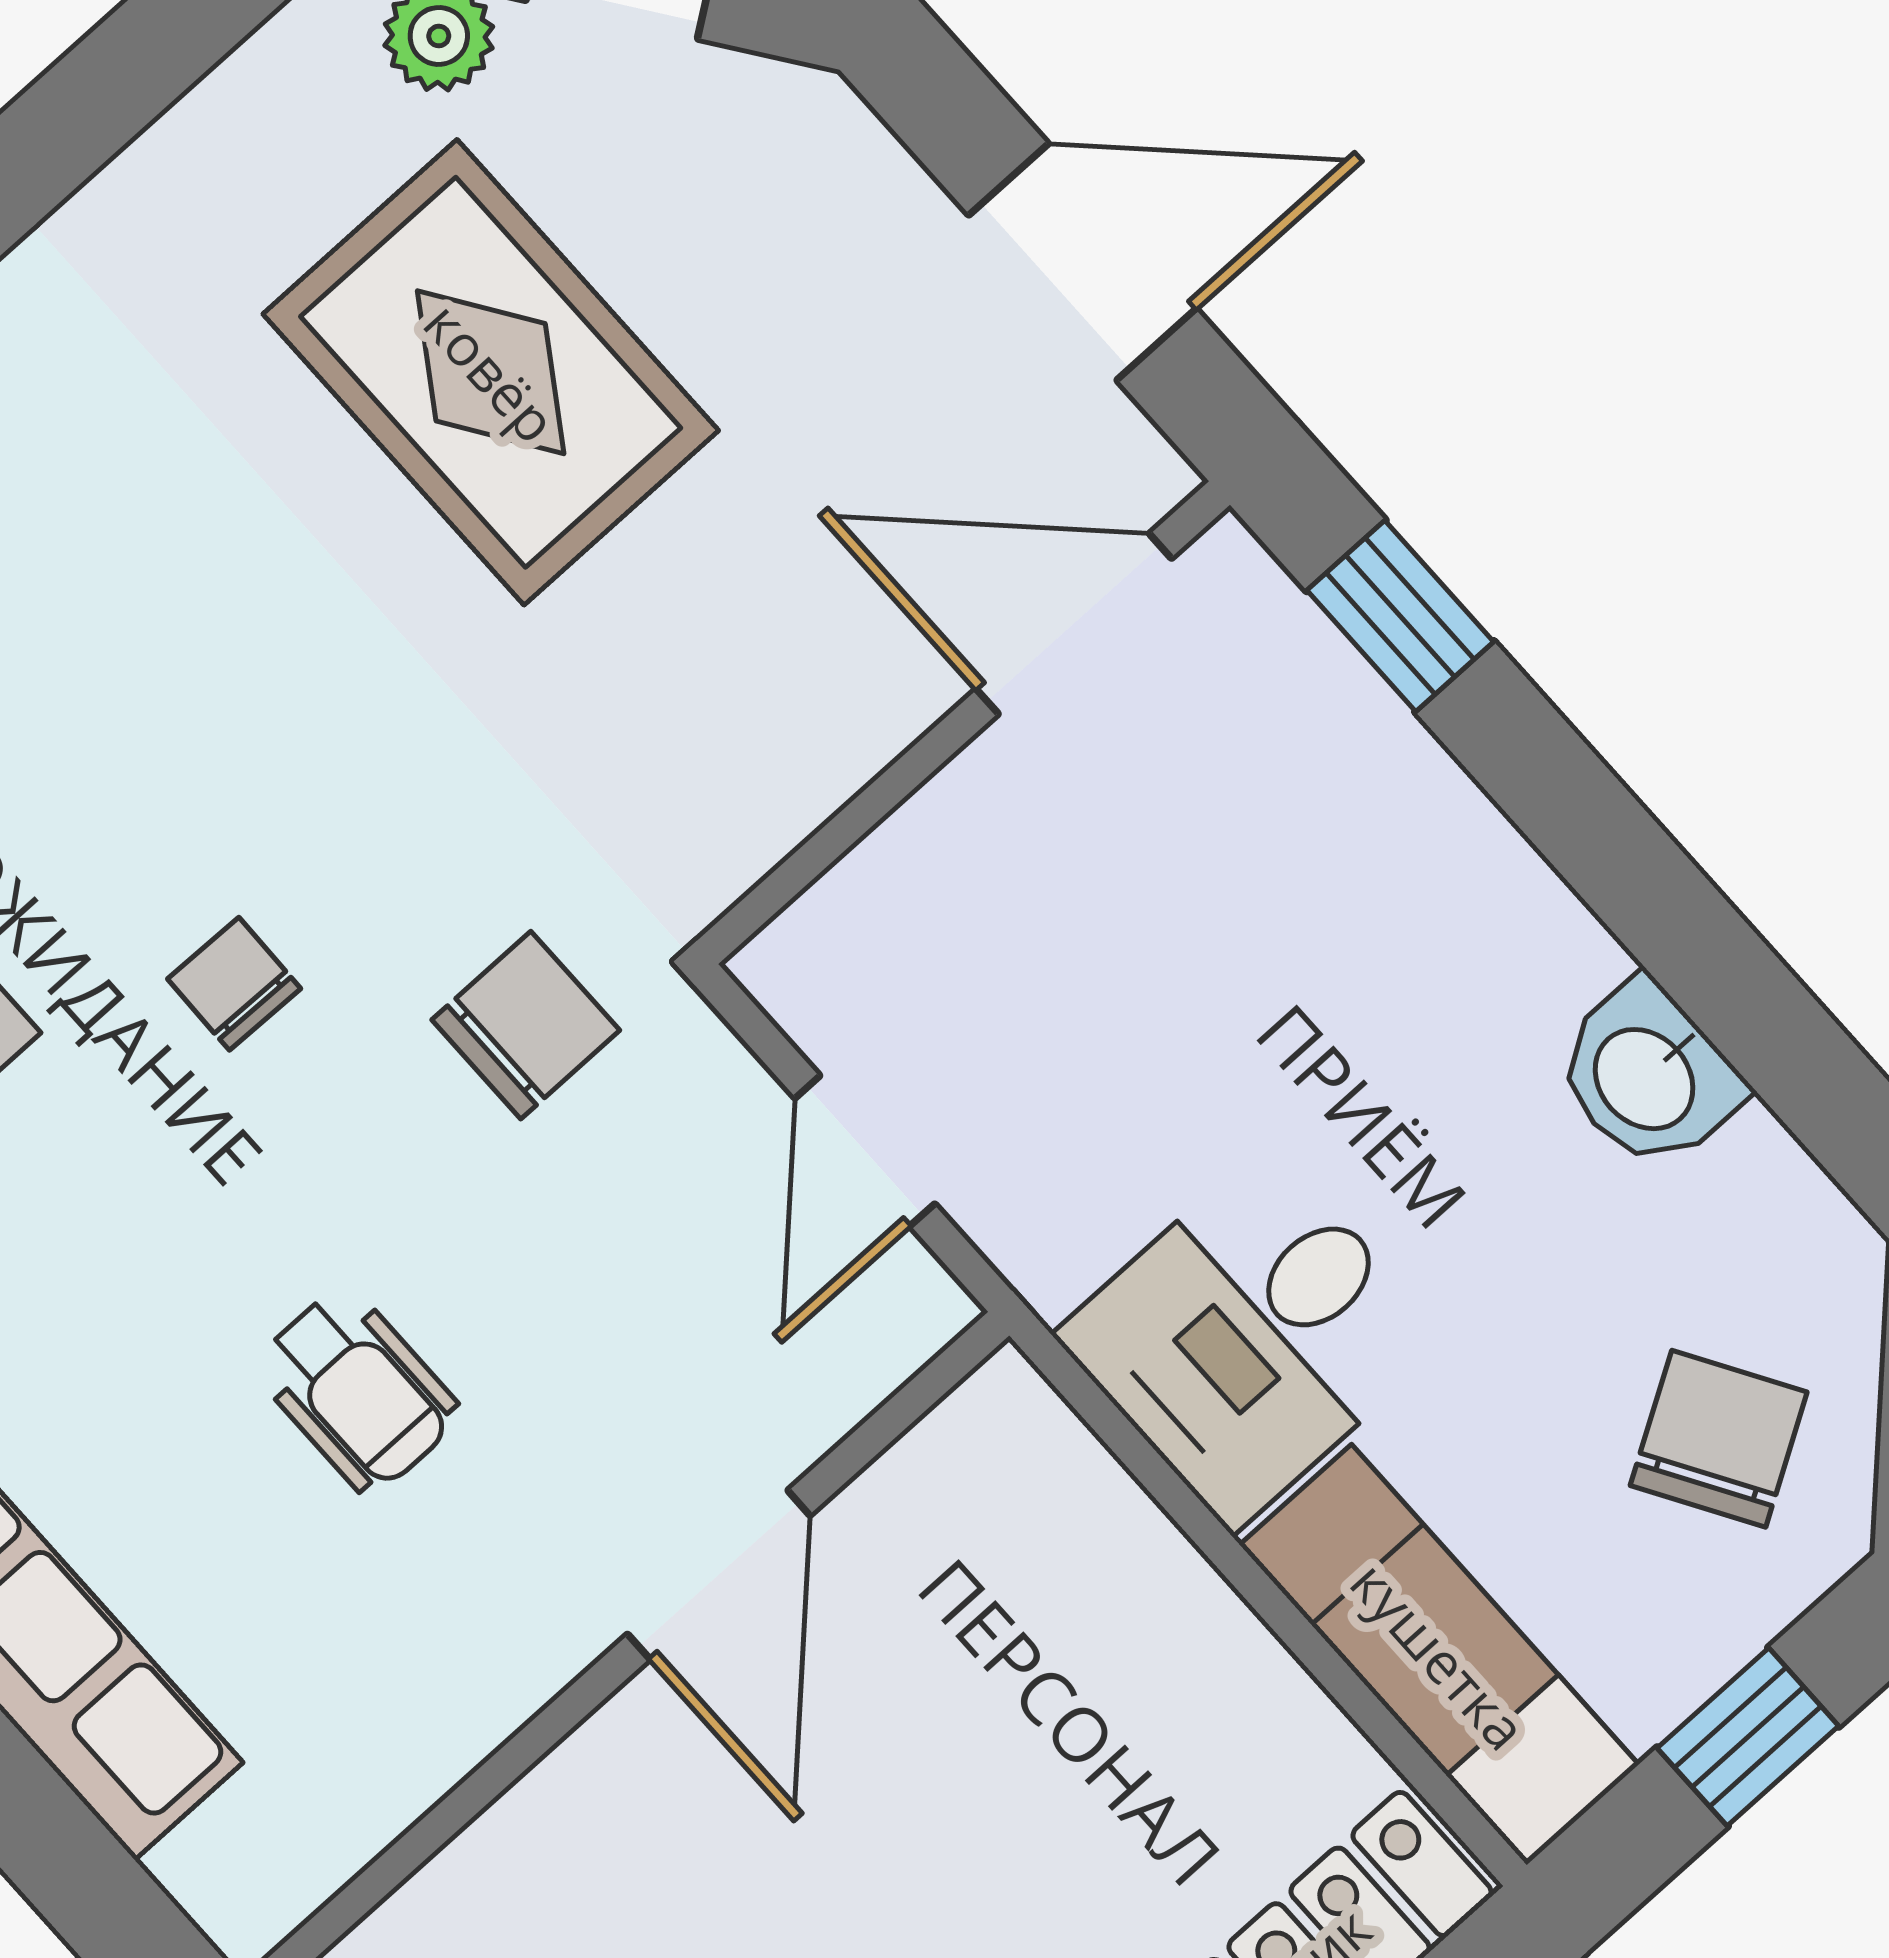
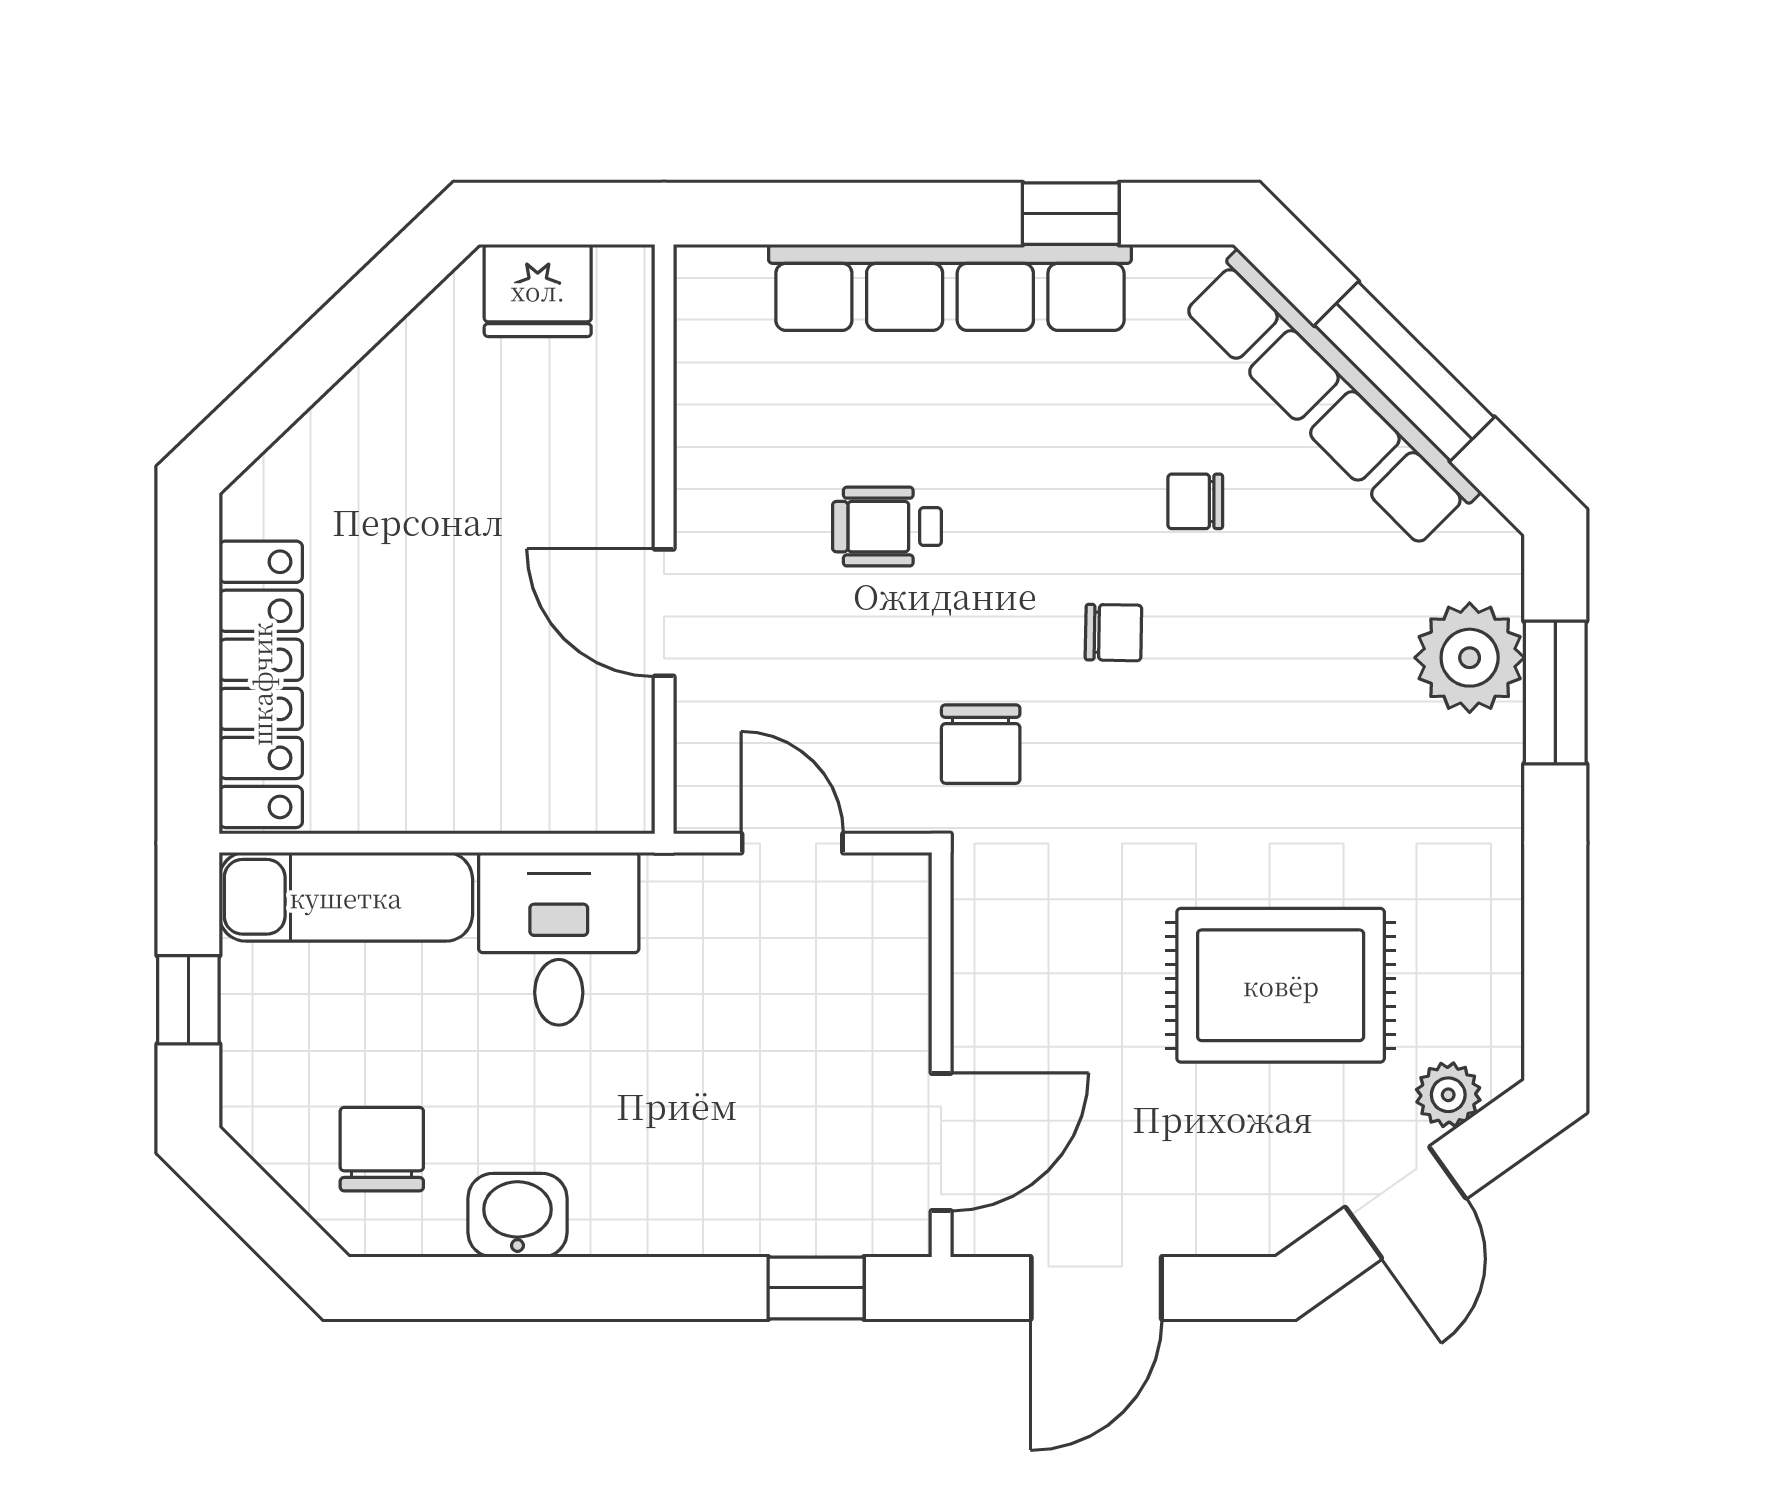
chair: (1719, 1439) -> (382, 1149), moved, turned -149

